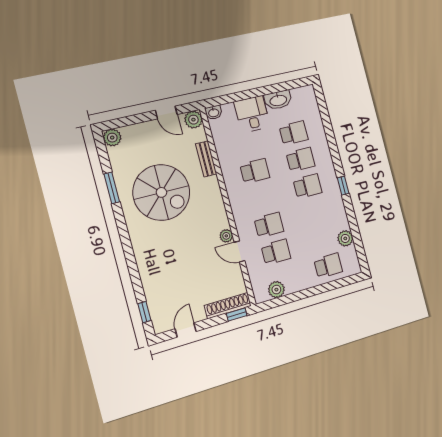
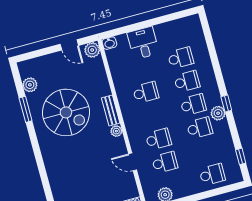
washbasin: (278, 100) -> (167, 29), removed
plant: (112, 138) -> (30, 85), moved
bench: (206, 159) -> (111, 111), moved
school desk: (314, 213) -> (200, 128), added
plant: (226, 236) -> (116, 131), moved
plant: (345, 238) -> (218, 113), moved
window: (359, 245) -> (241, 156), added

